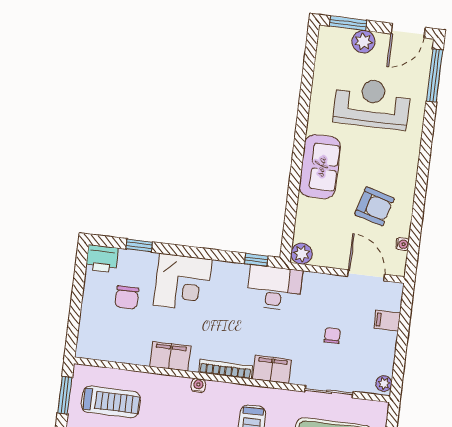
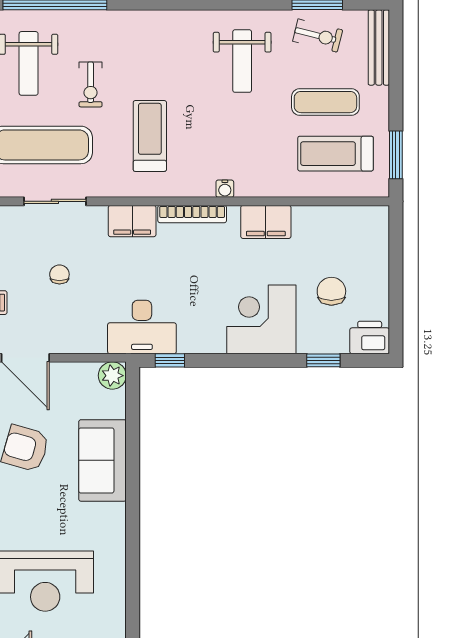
sofa: (320, 166) -> (102, 460), moved
chair: (332, 336) -> (59, 274), turned 180

